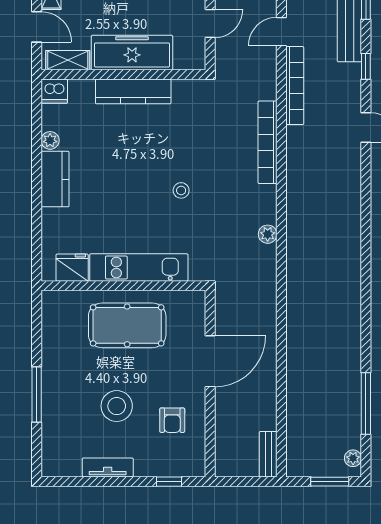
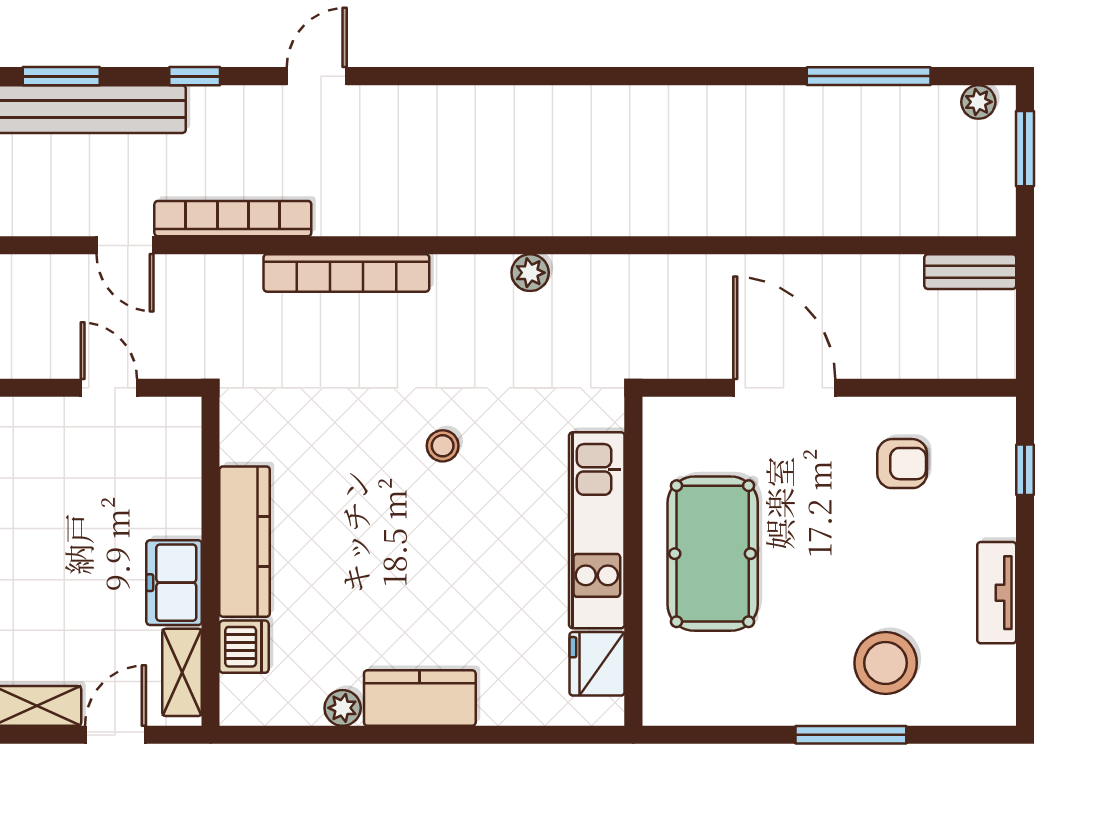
freezer: (132, 53) -> (174, 583), width x0.52, depth x0.79
dishwasher: (54, 91) -> (244, 647), moved
stool: (117, 406) -> (886, 663), moved

